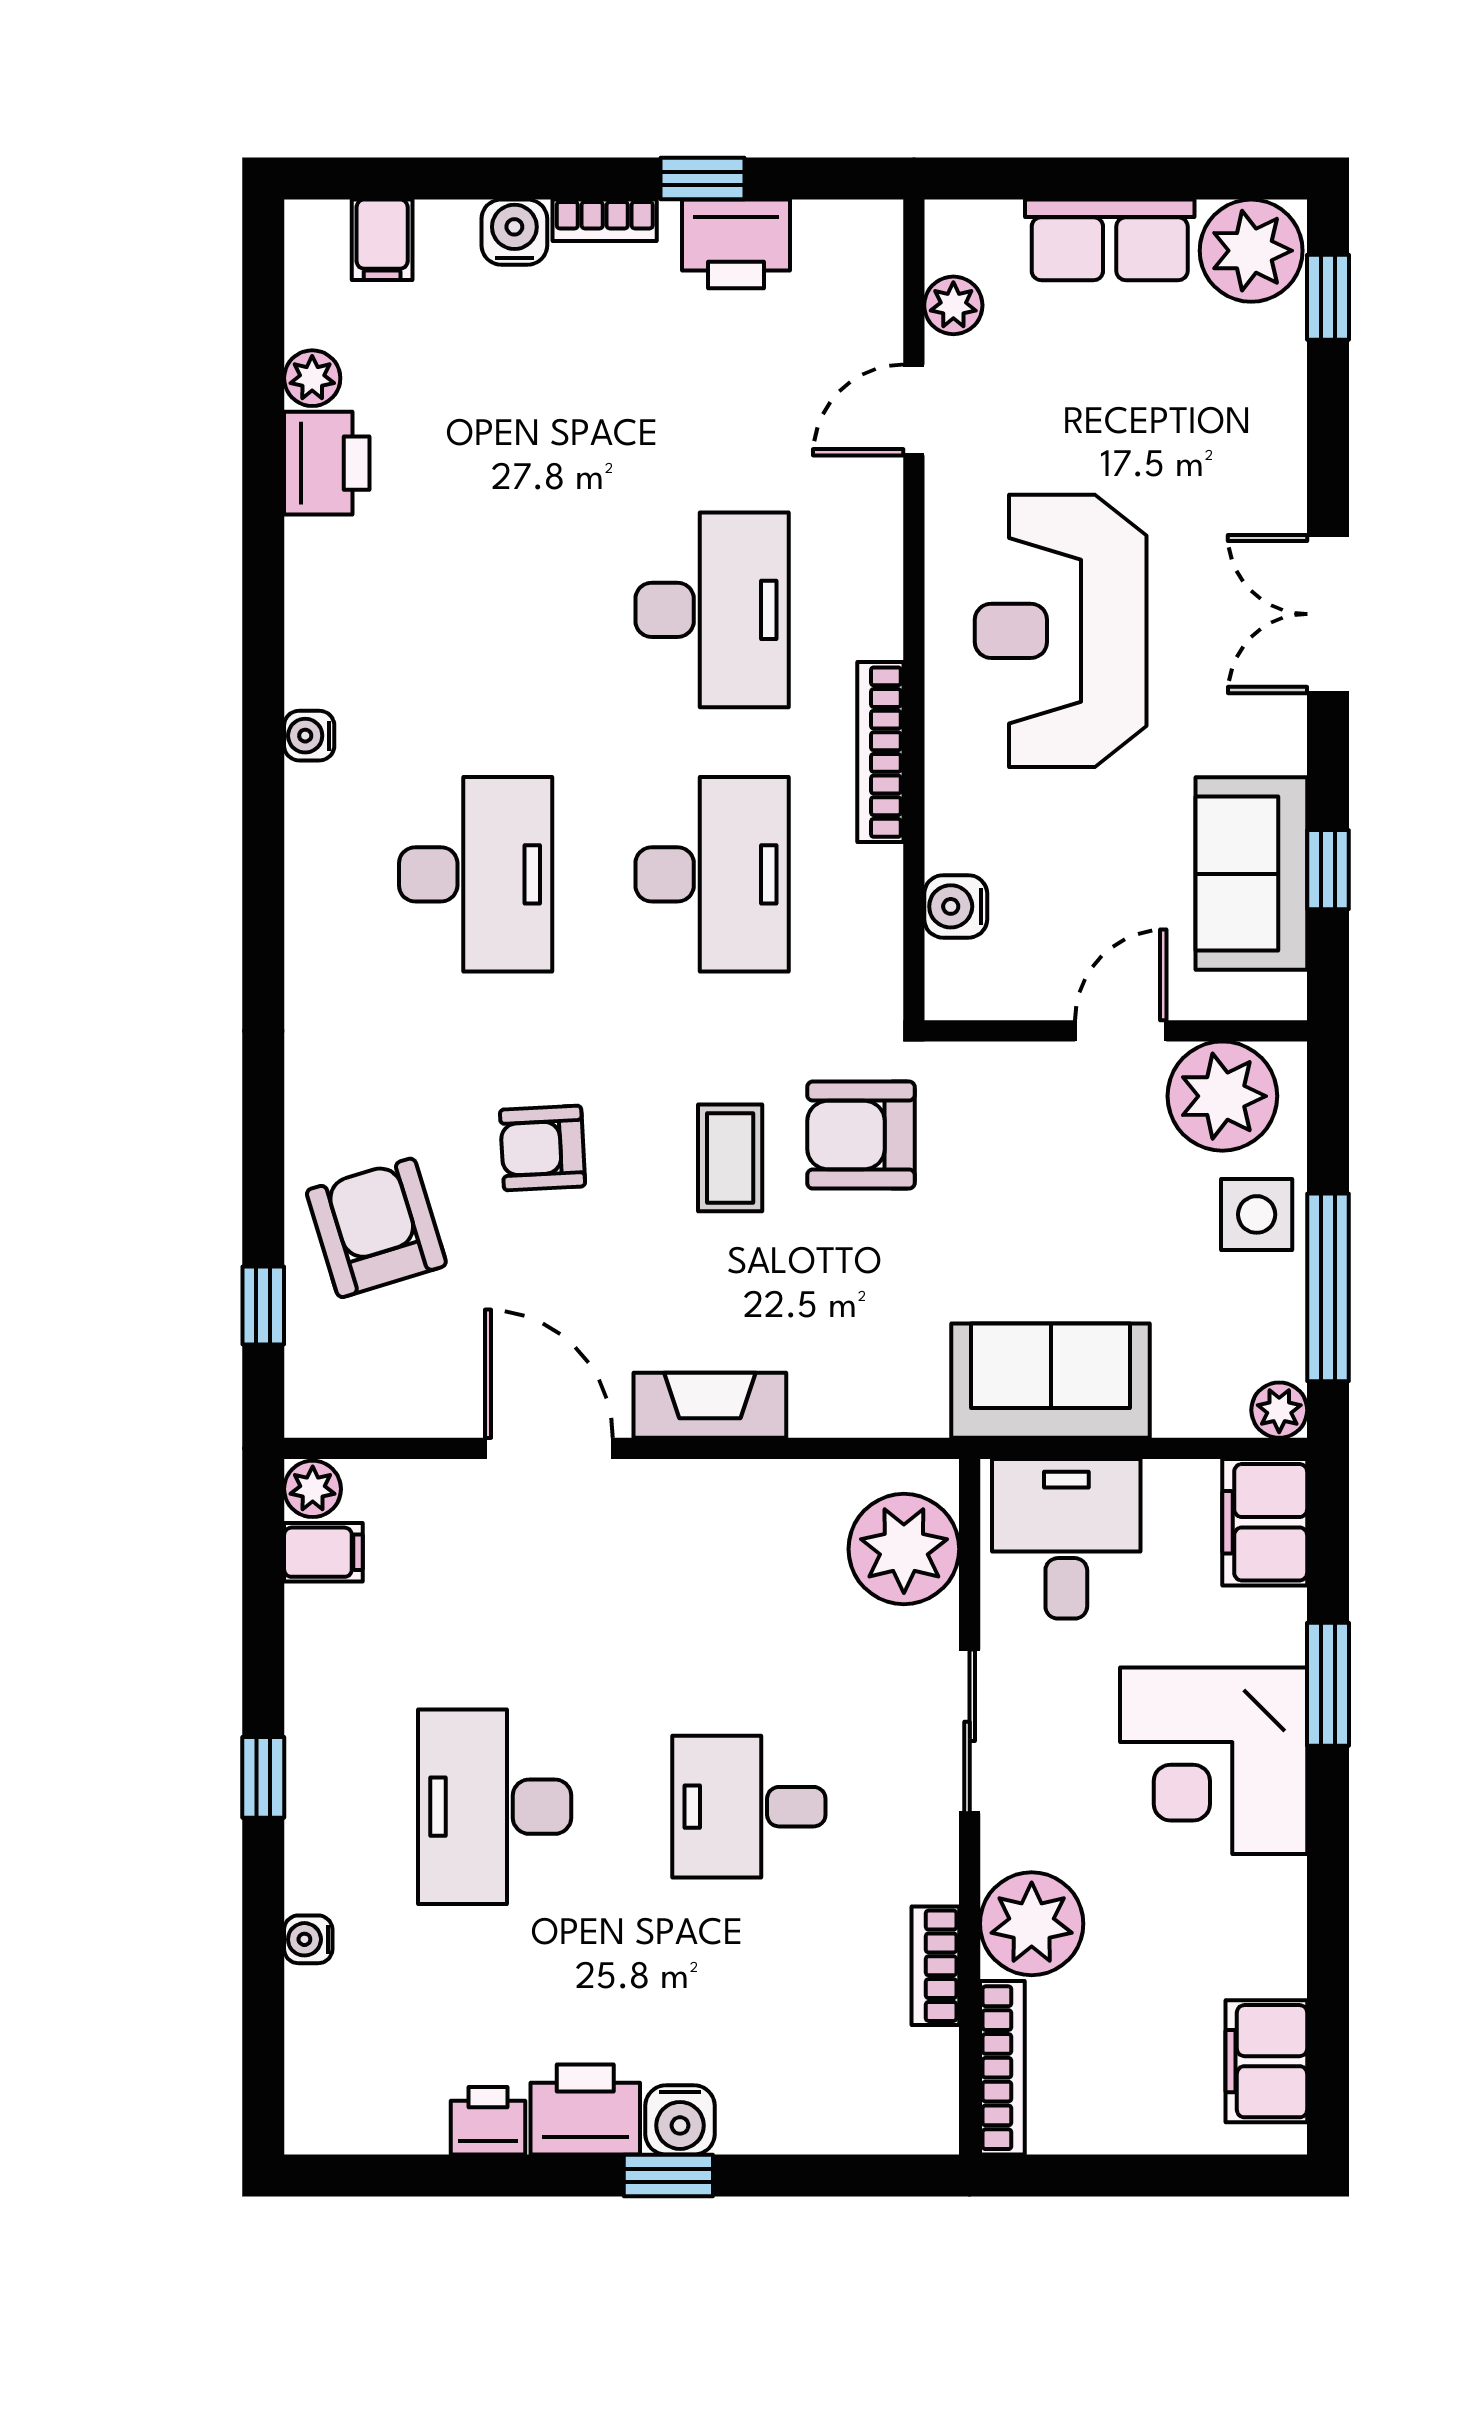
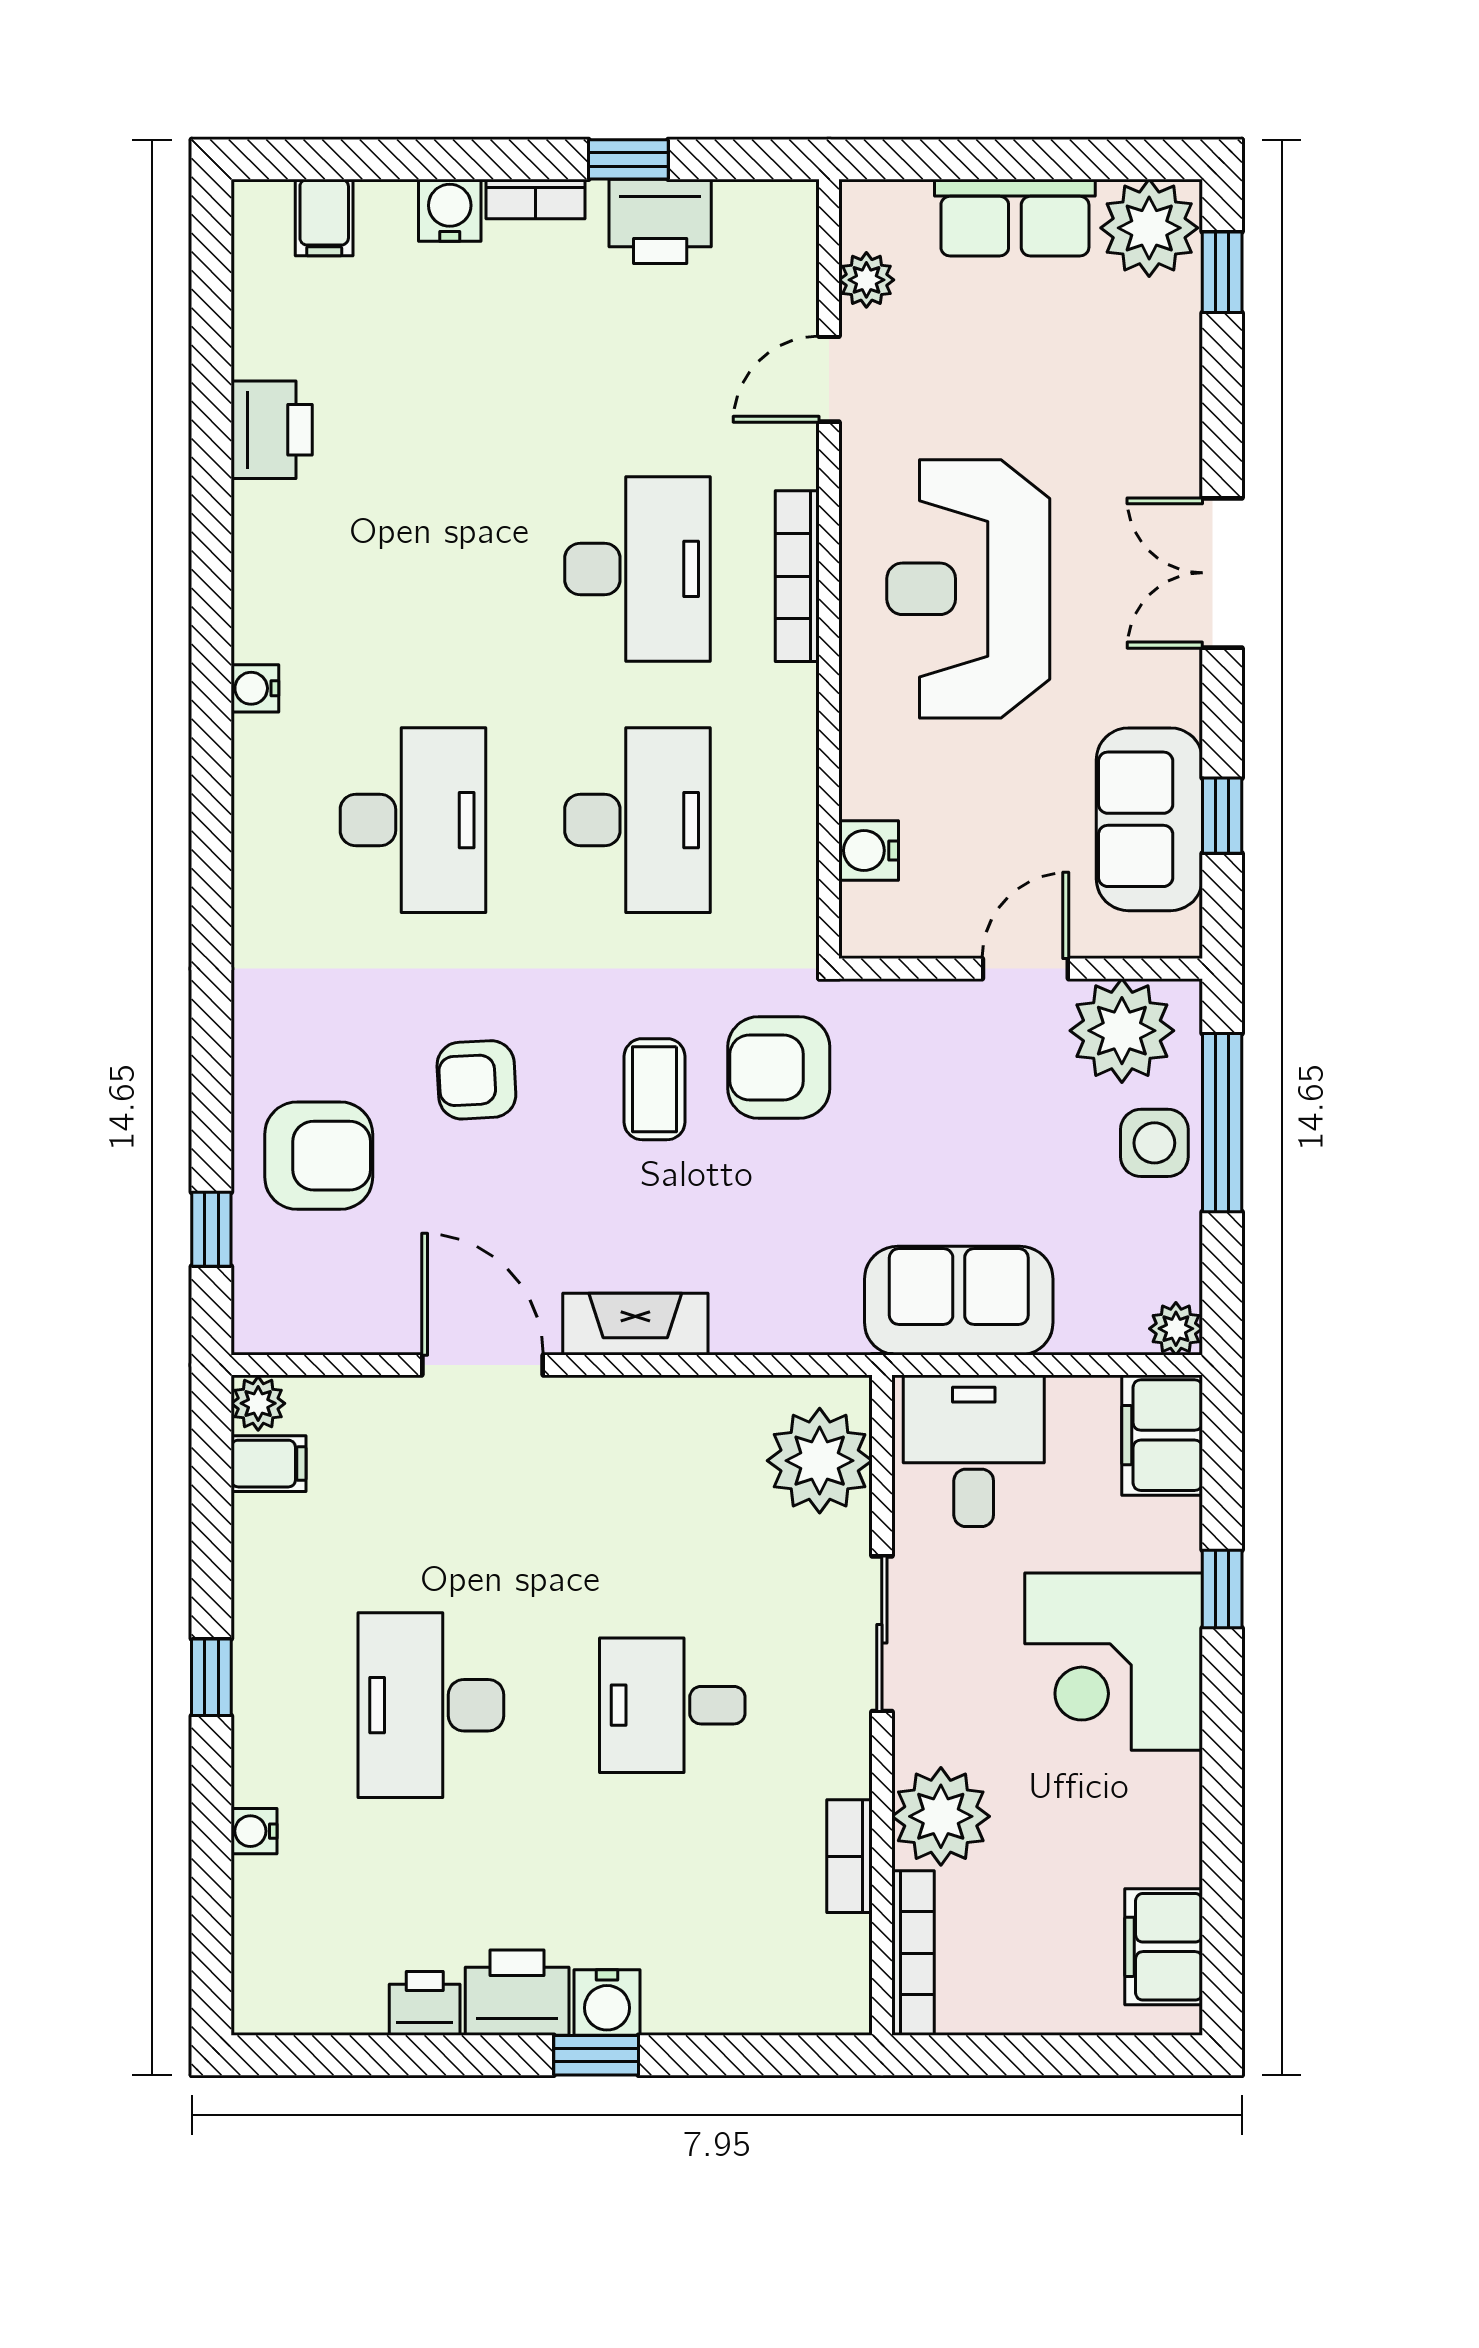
plant: (312, 378) -> (258, 349), removed
bookcase: (880, 752) -> (797, 576), moved
armchair: (376, 1228) -> (319, 1156), turned 107
window: (1328, 1287) -> (1222, 1123), moved
window: (1328, 1684) -> (1222, 1589), width x0.67

